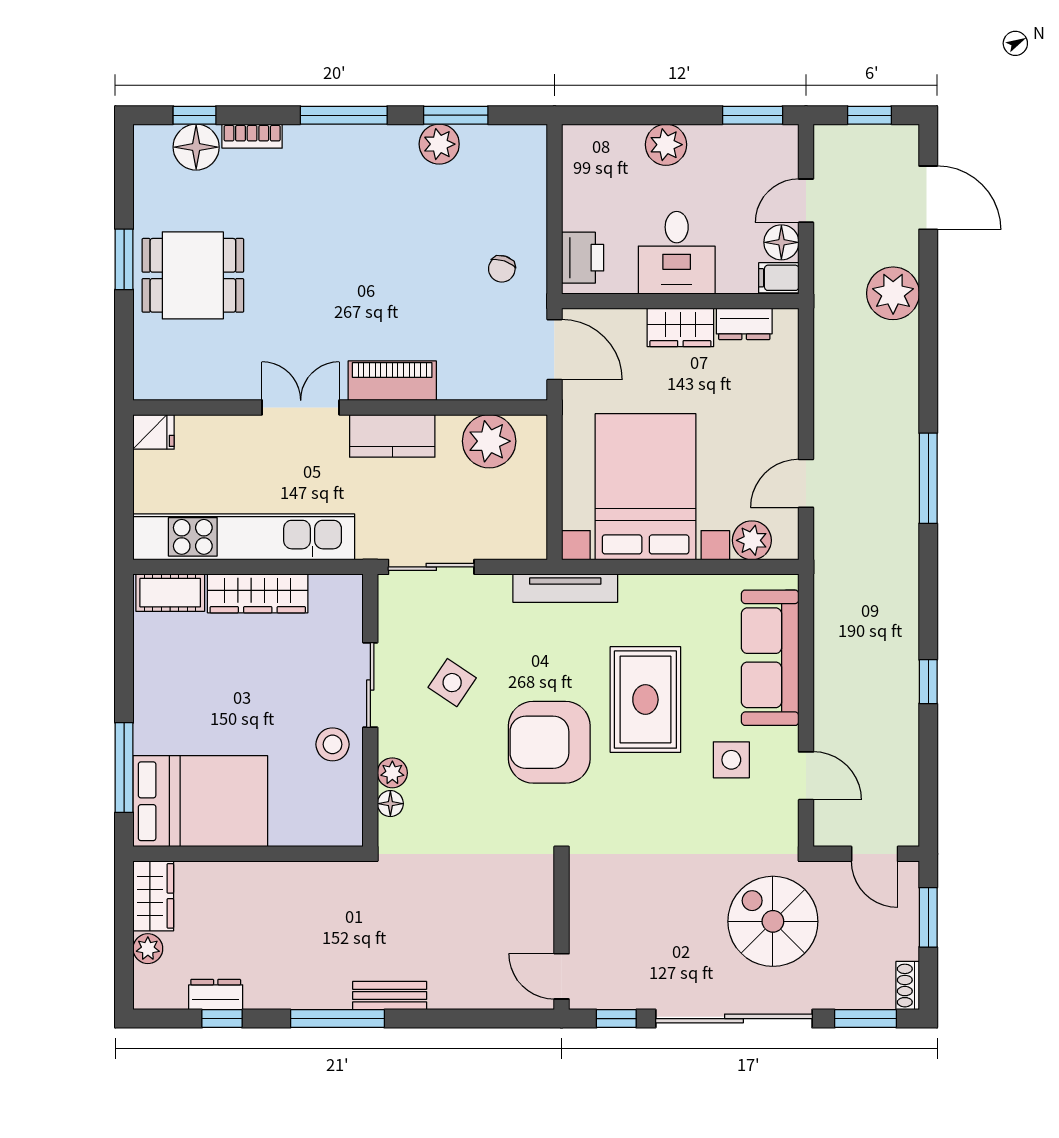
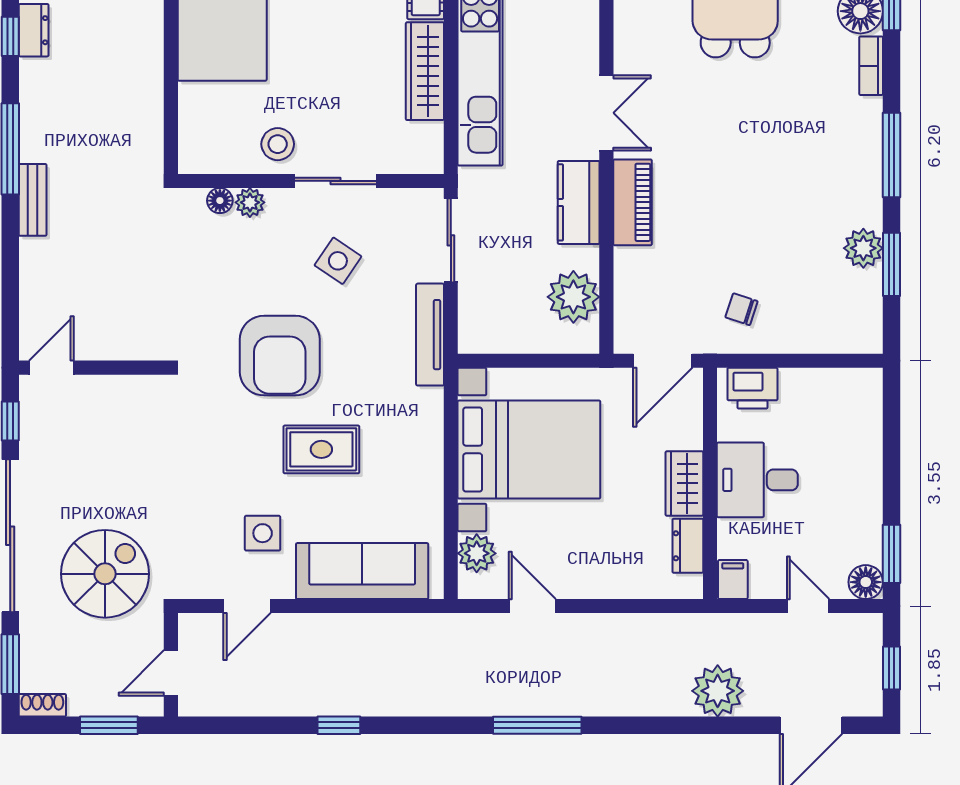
plant: (666, 145) -> (863, 469), removed
floor lamp: (781, 242) -> (866, 582), moved
tv unit: (565, 588) -> (430, 335), moved
rug: (645, 700) -> (321, 449), width x0.73, depth x0.70
armchair: (549, 742) -> (280, 356), turned 180

